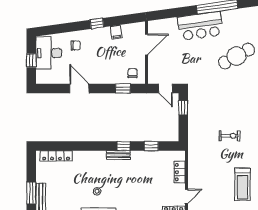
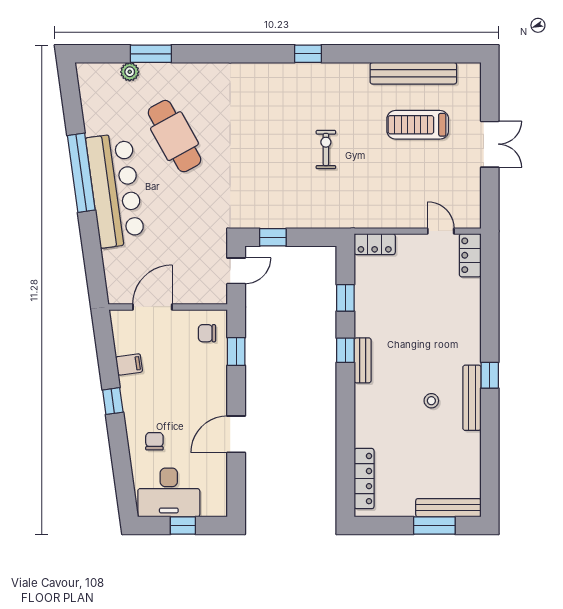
bar counter: (200, 26) -> (115, 190), width x1.36
door: (146, 44) -> (152, 307), hinge flipped
locker: (180, 172) -> (375, 244), moved
treadmill: (242, 184) -> (418, 125), turned 180

